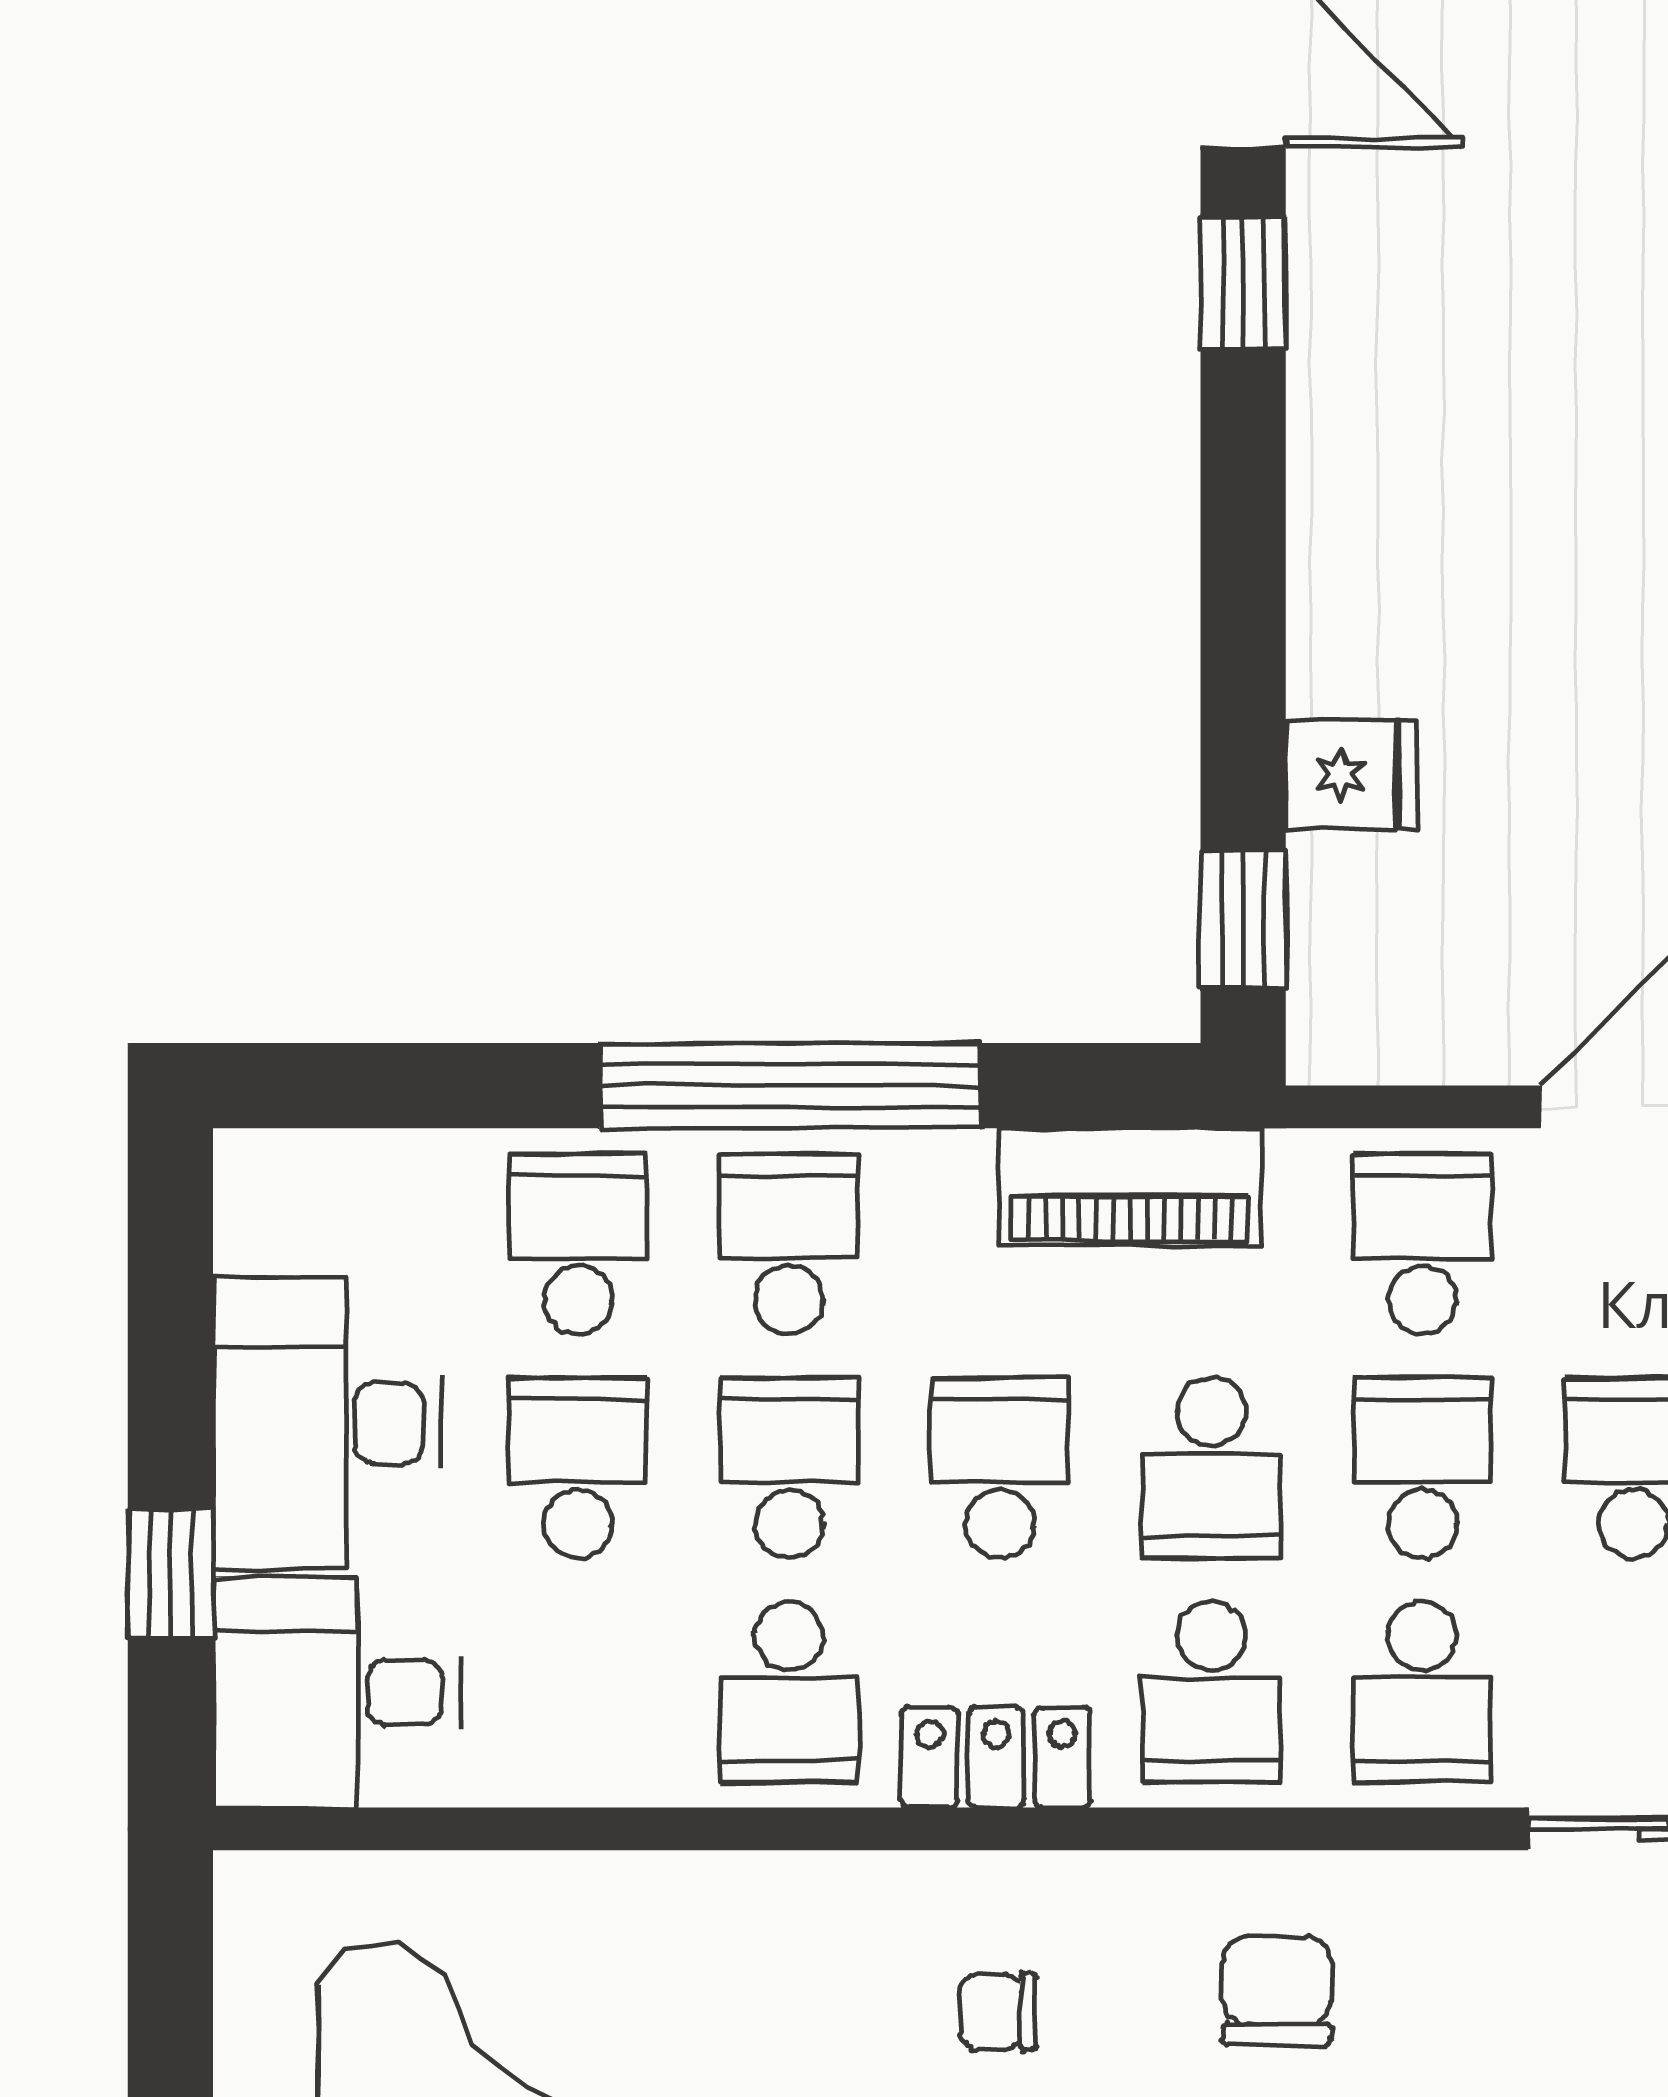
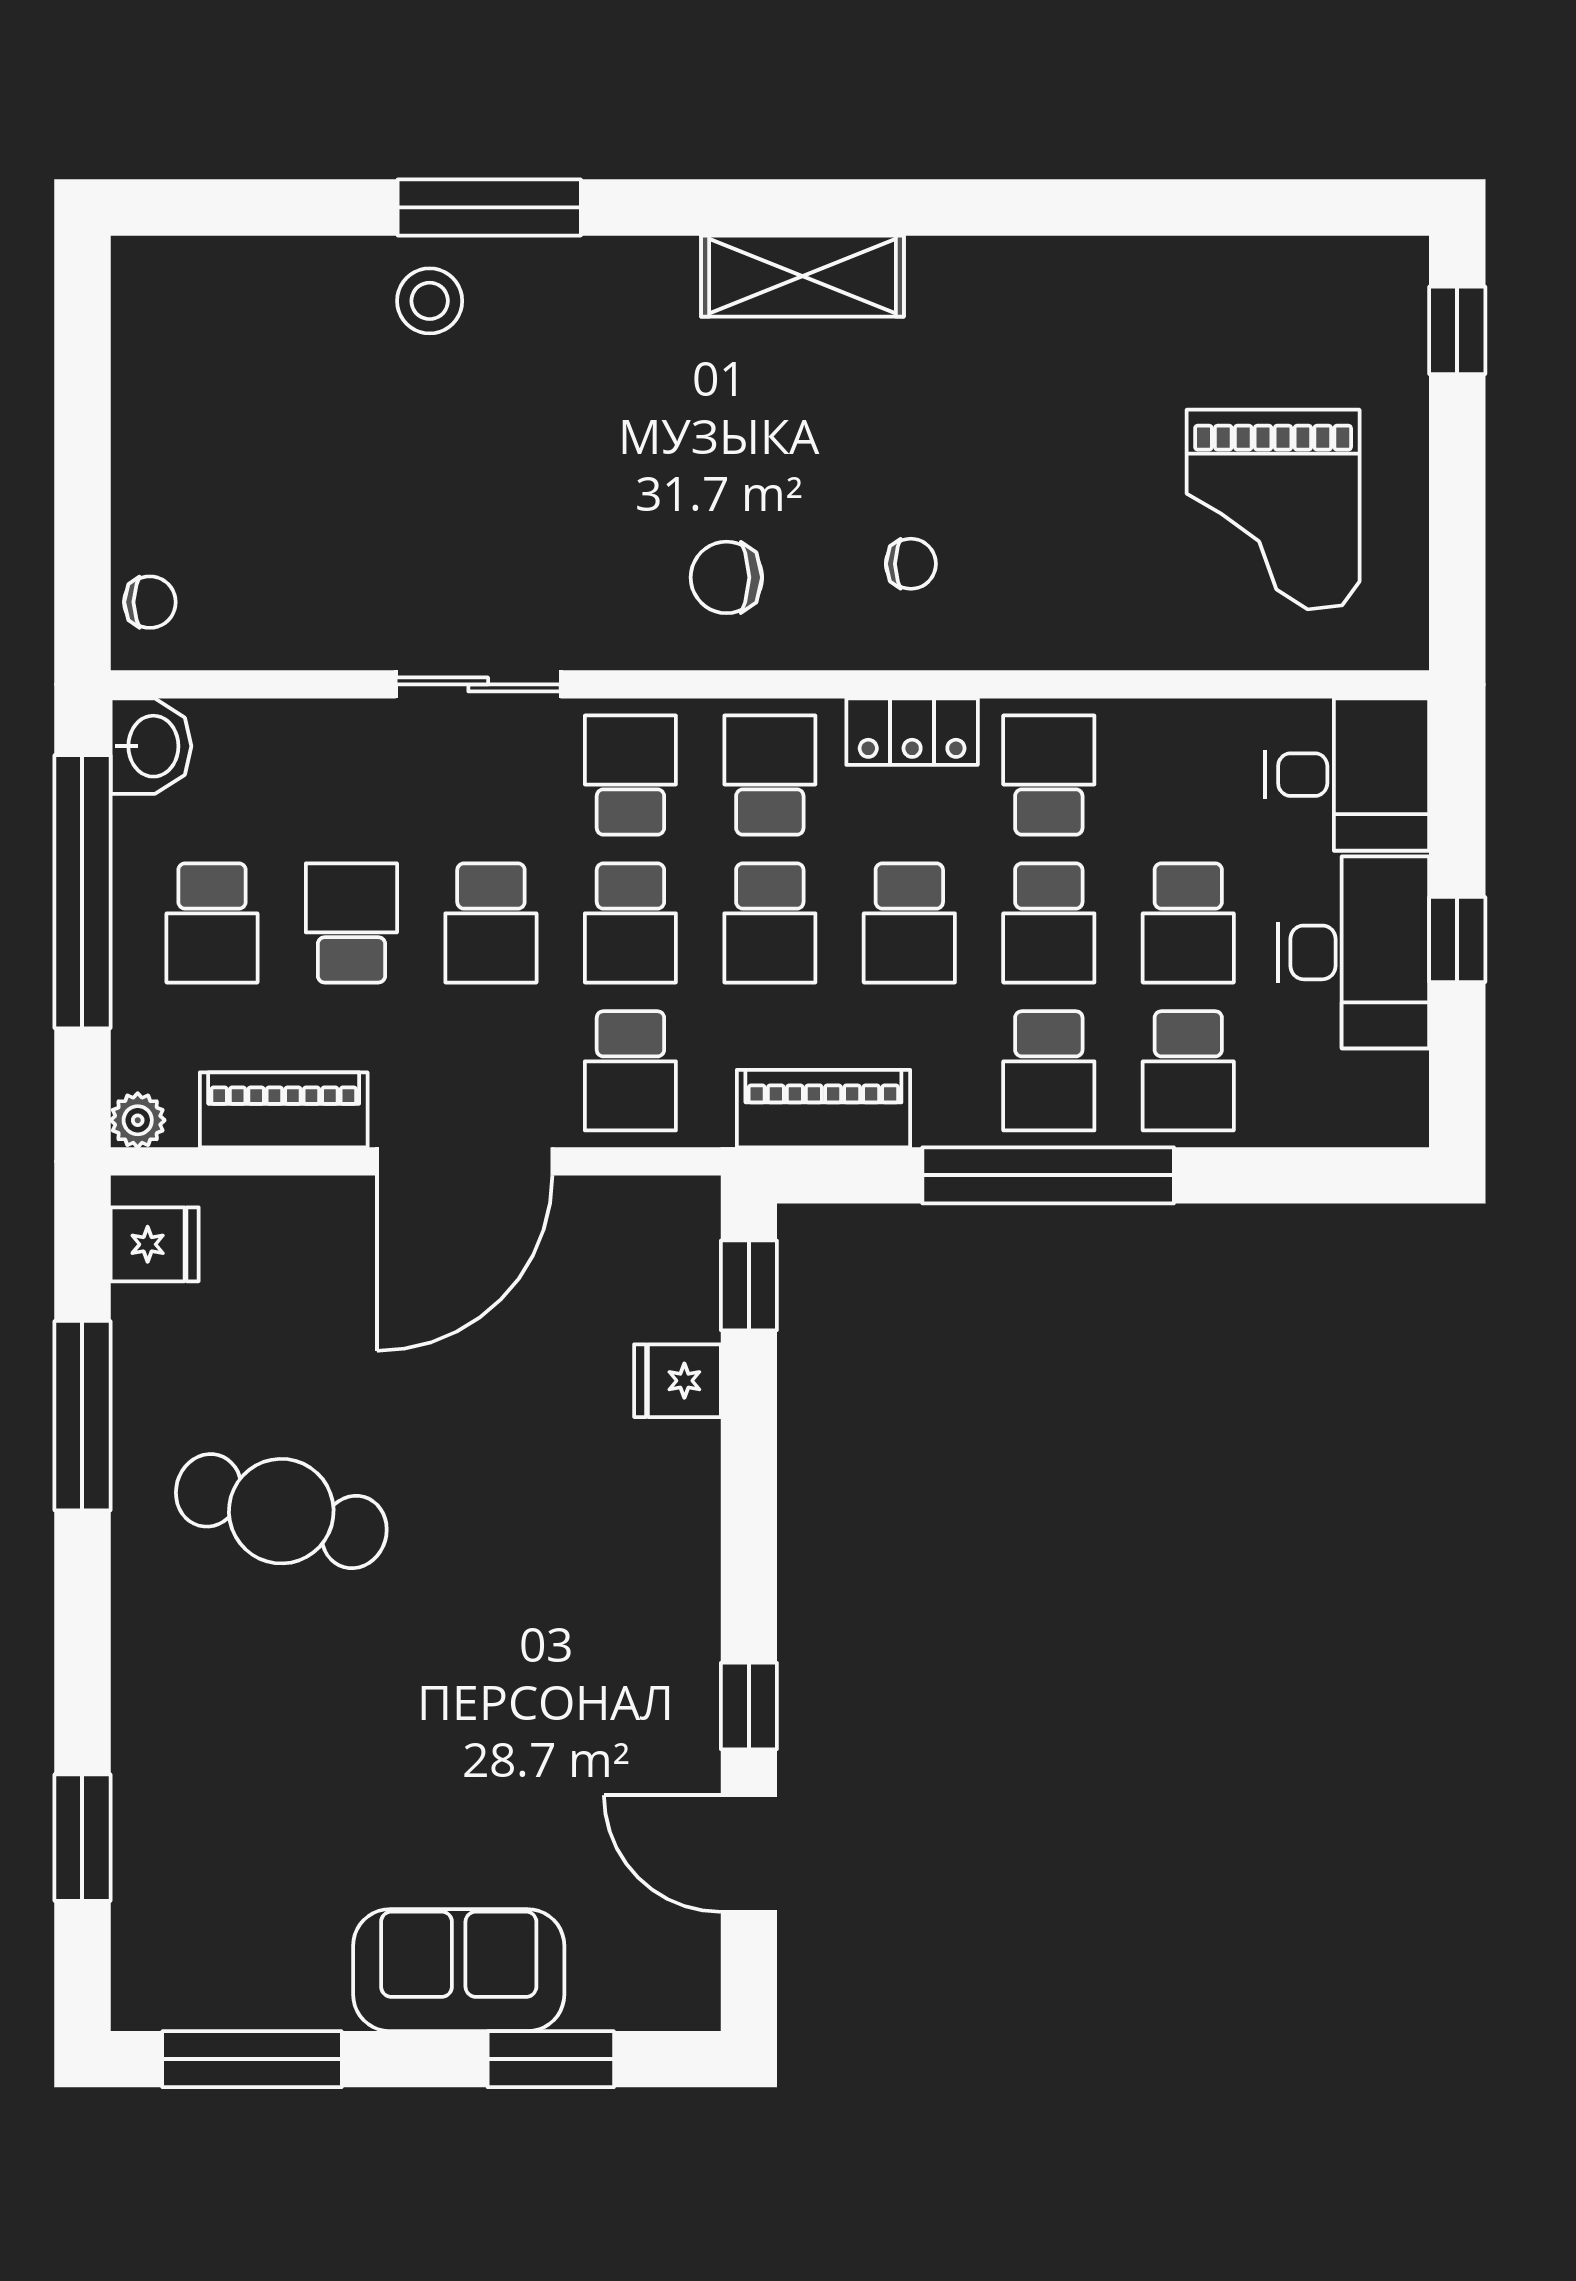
school desk: (1211, 1468) -> (770, 923), turned 180
window: (170, 1573) -> (1457, 940), moved
chair: (1277, 1991) -> (726, 577), turned 90

